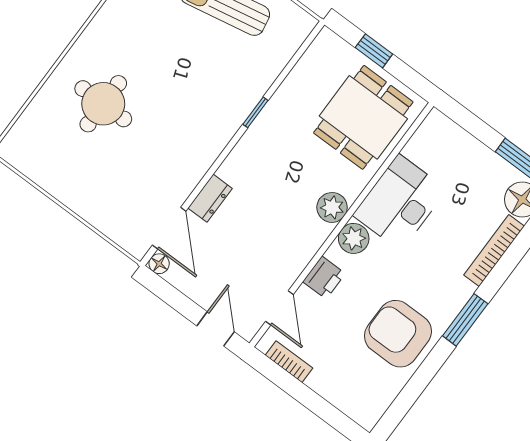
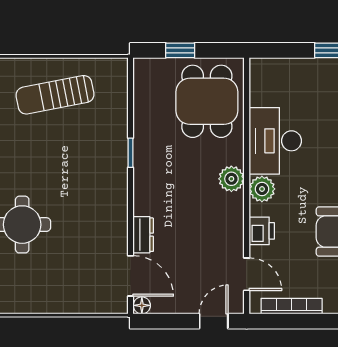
door: (216, 329) -> (214, 321), hinge flipped
bookcase: (289, 362) -> (292, 306), width x1.56

